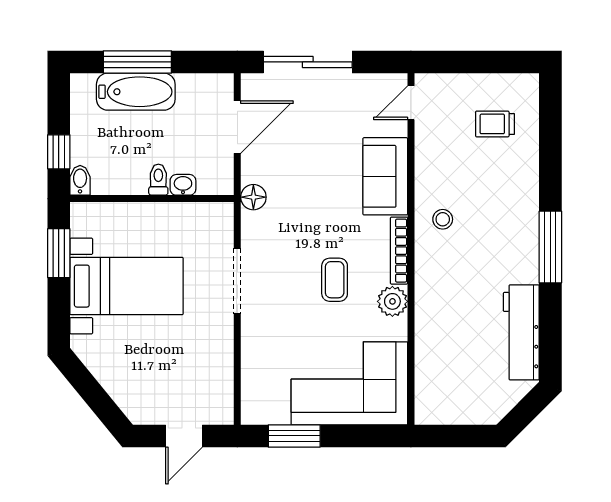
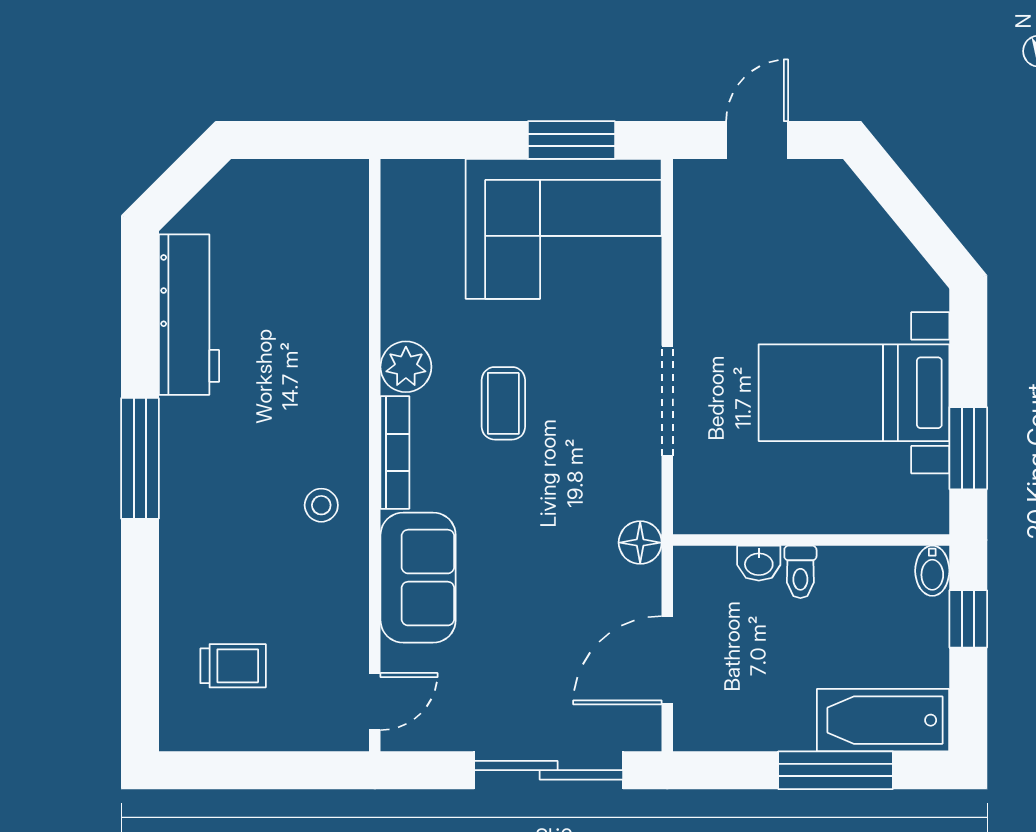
bathtub: (136, 92) -> (883, 720), moved
corner sofa: (349, 383) -> (564, 229), moved

